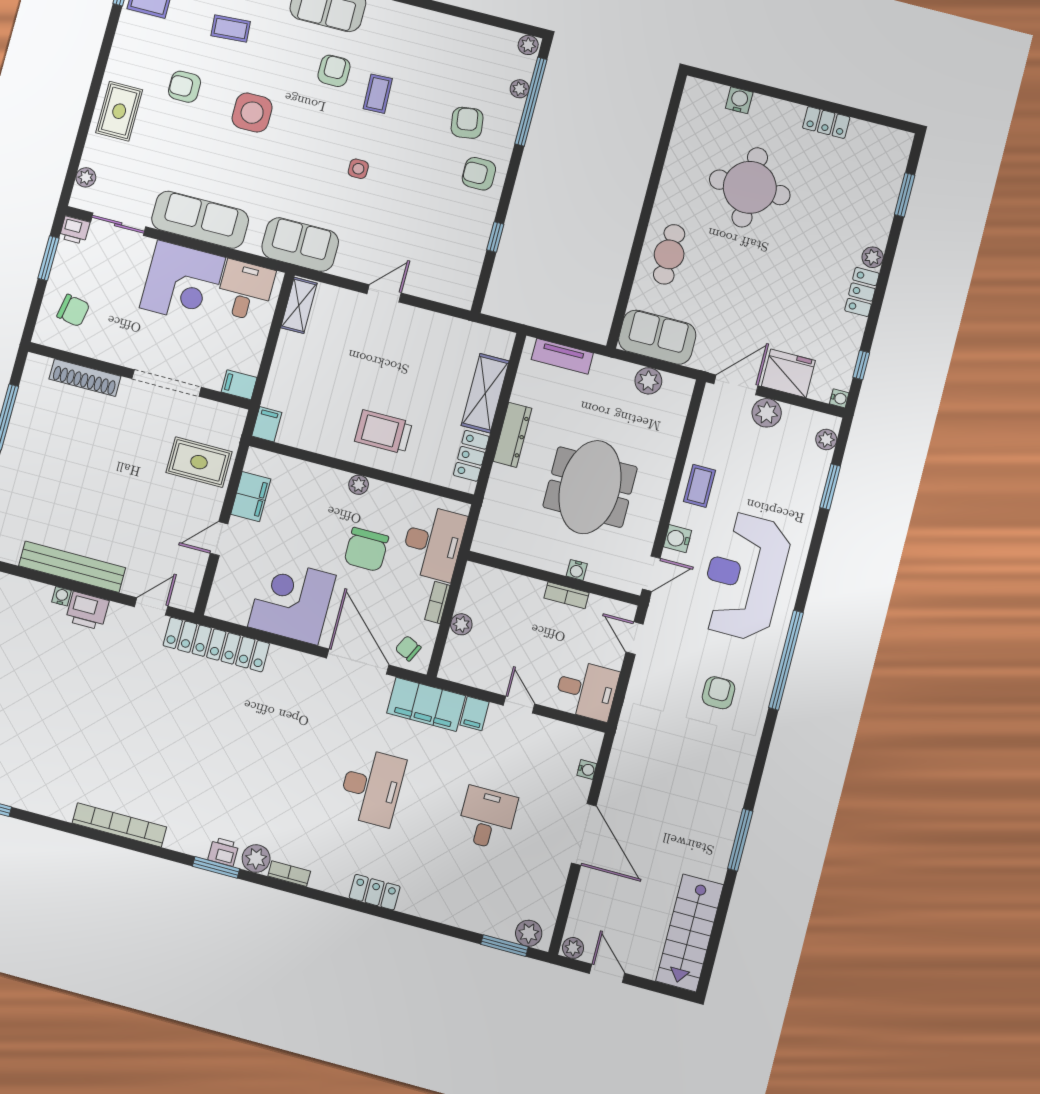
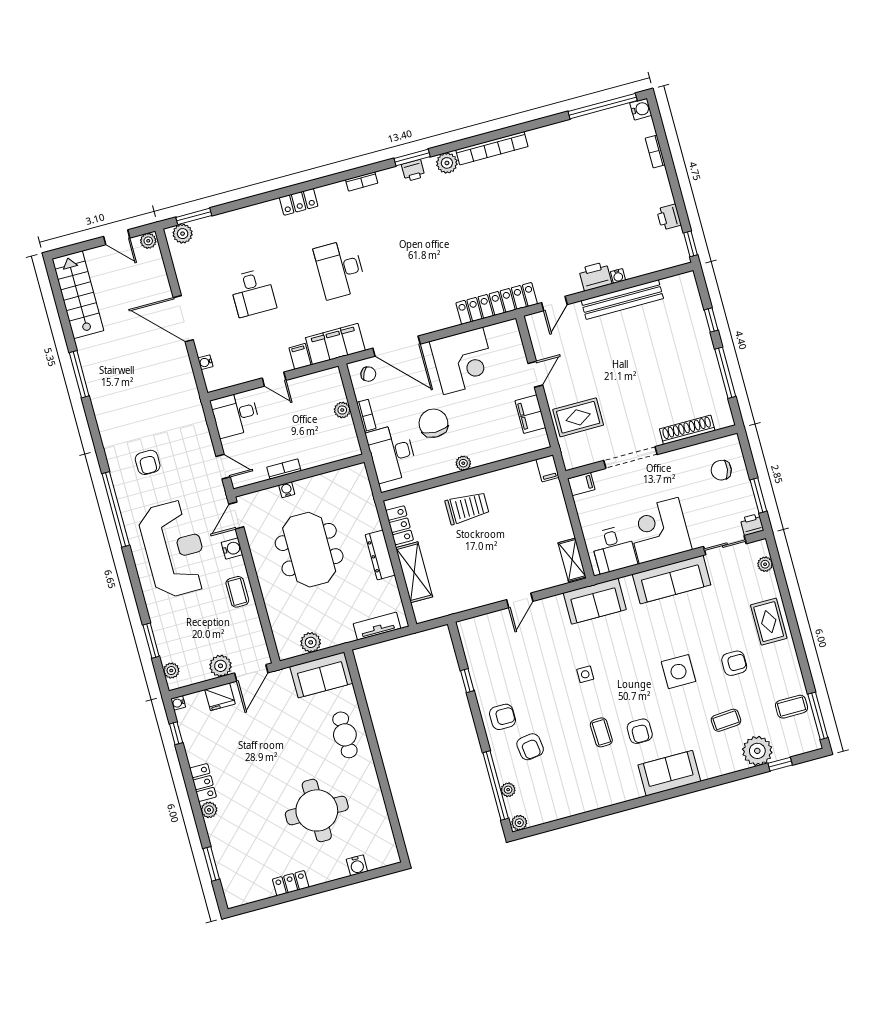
fridge: (788, 373) -> (220, 697), width x0.73, depth x0.75
plant: (256, 859) -> (447, 163), moved

